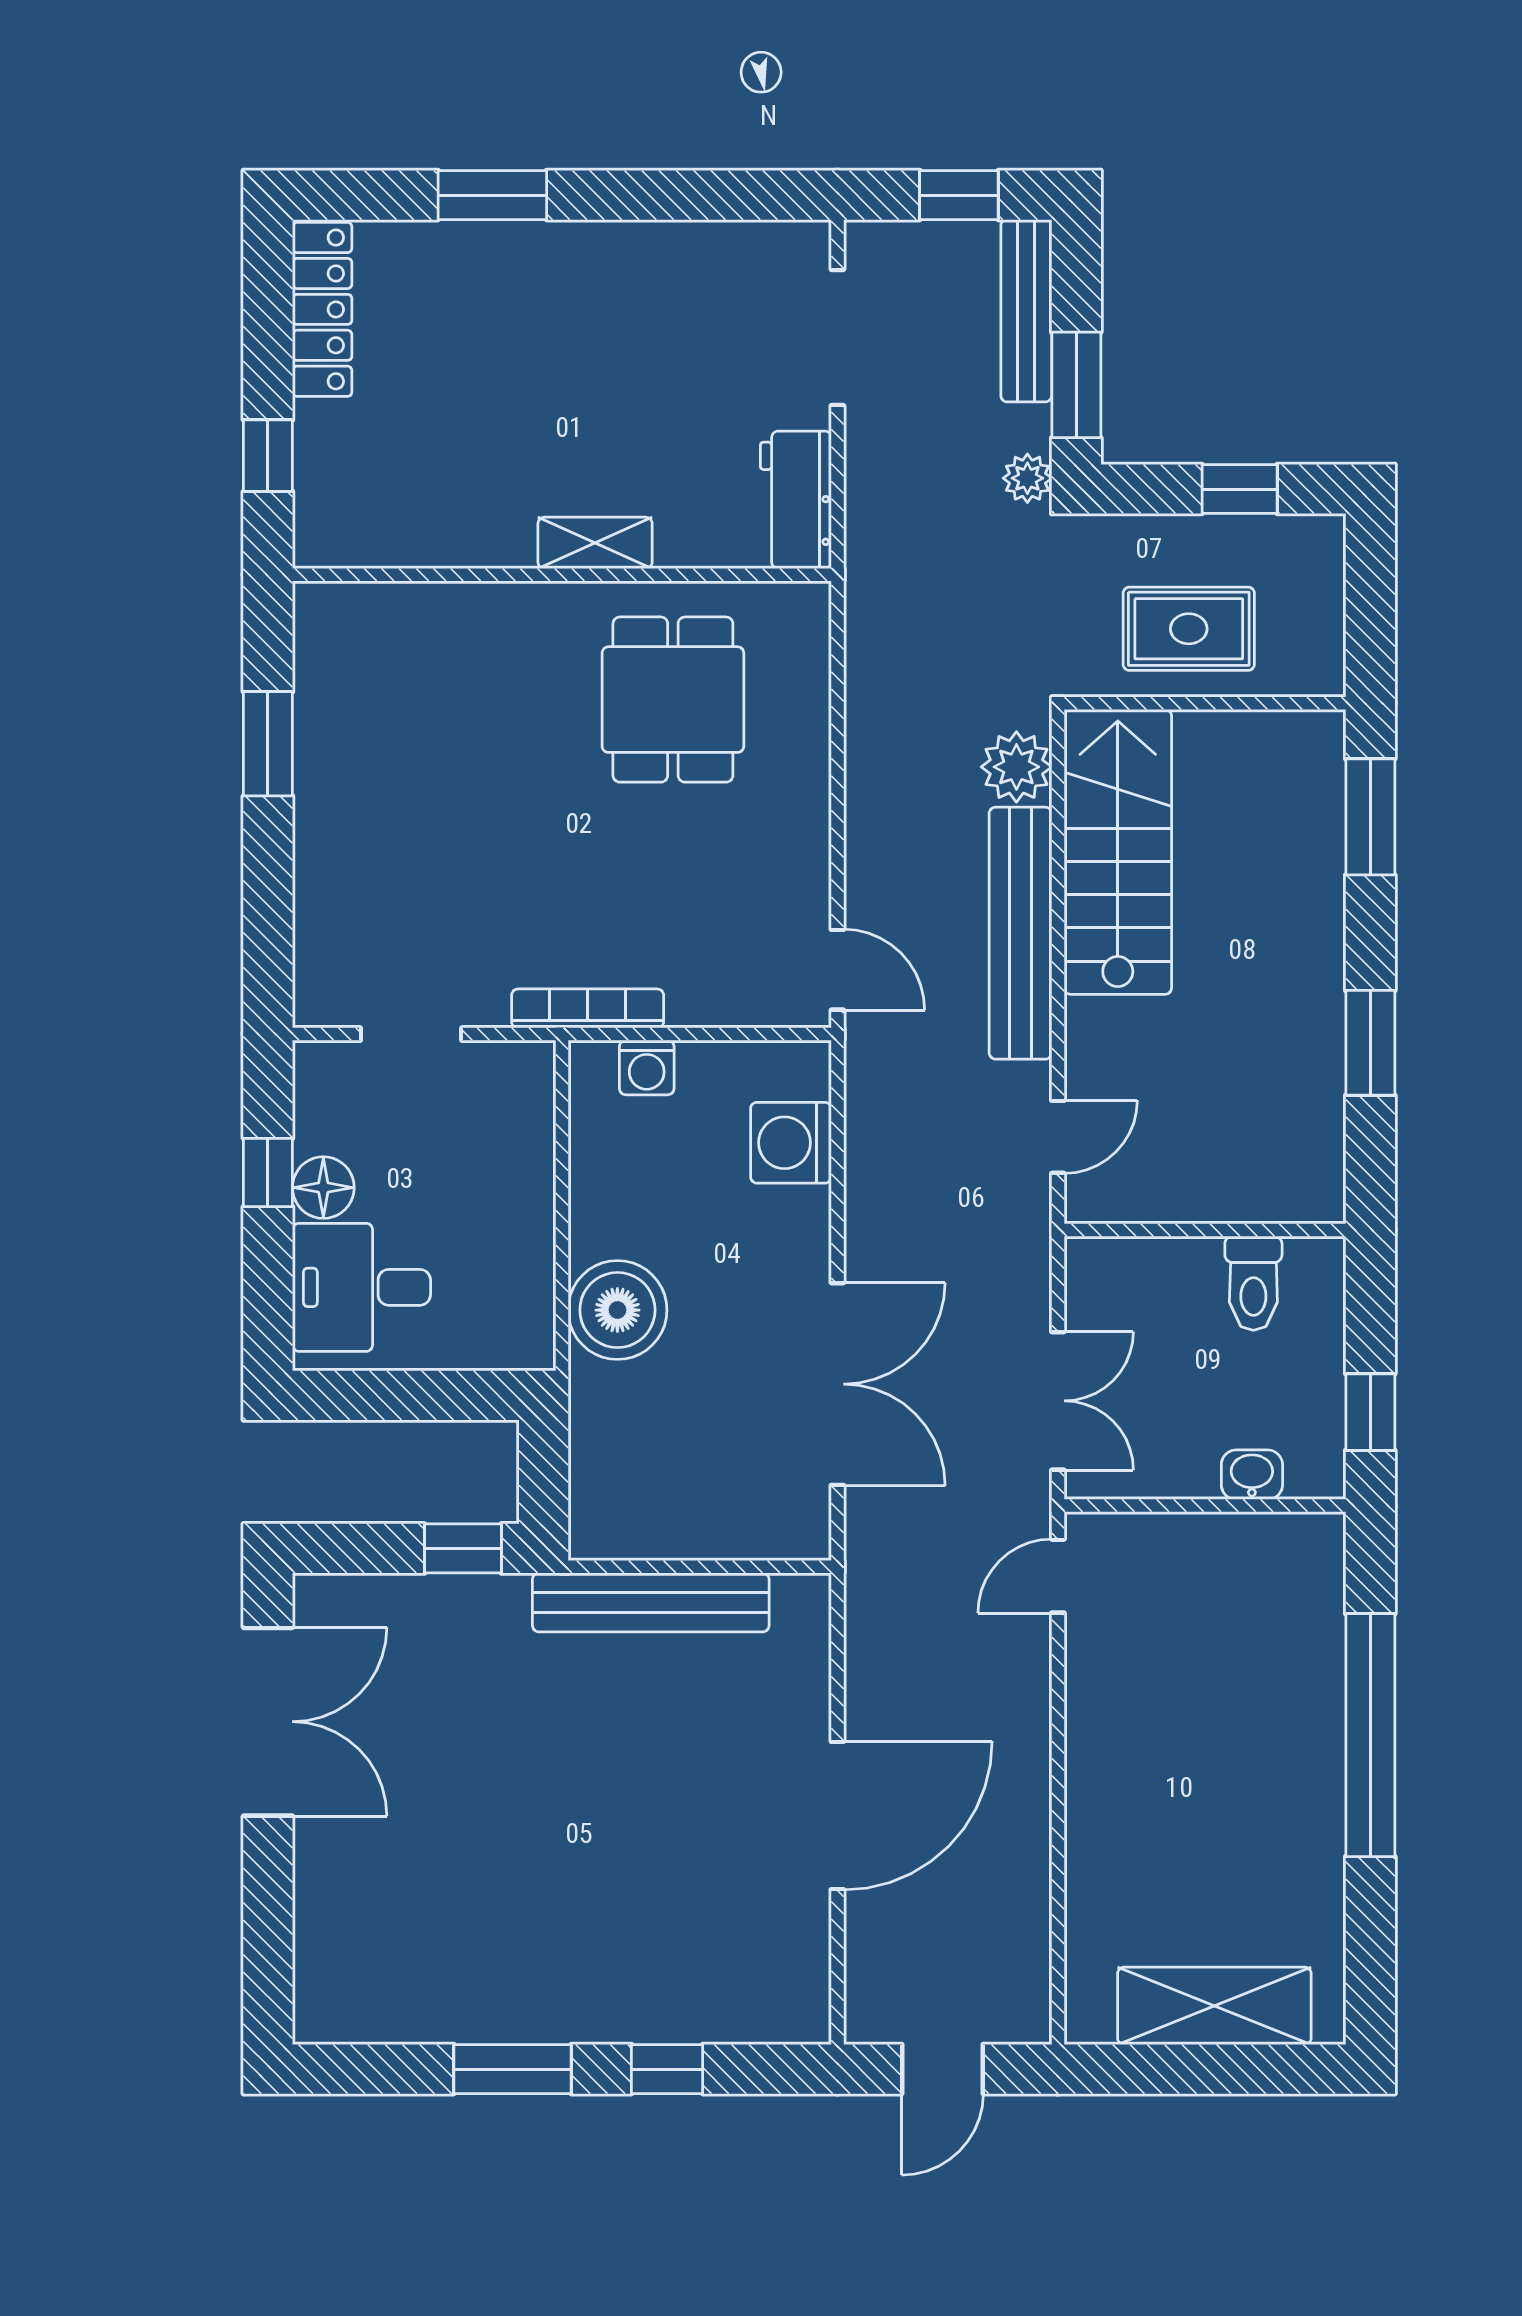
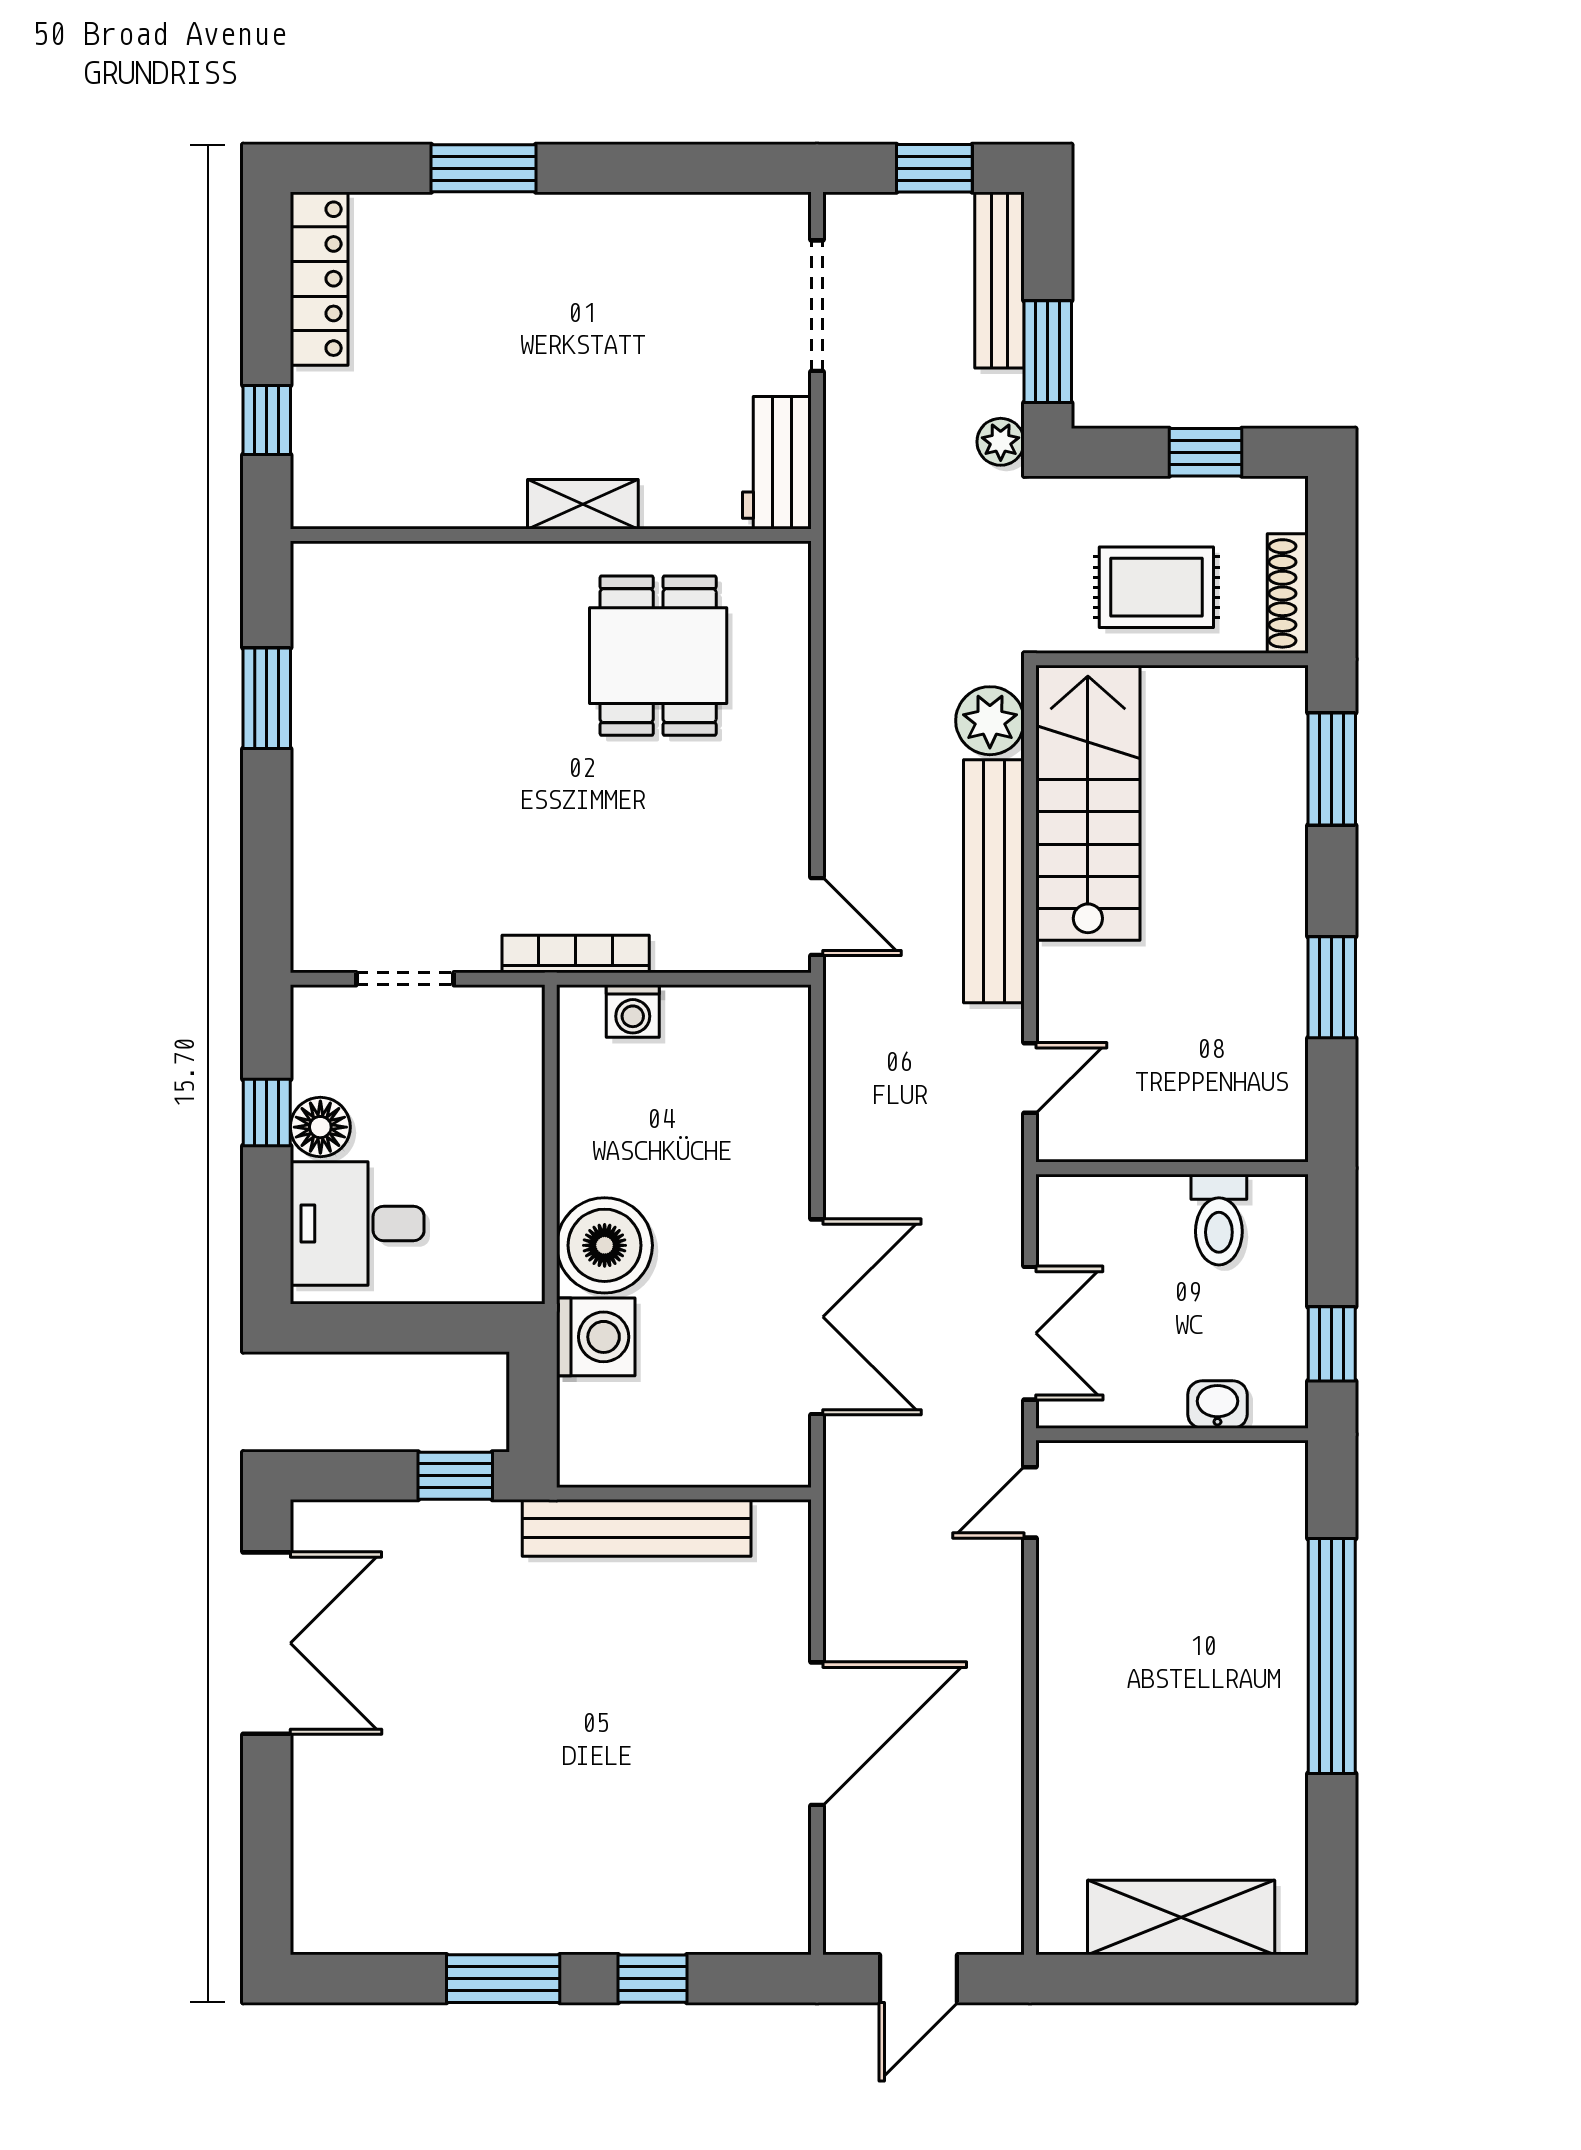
shoe rack: (1325, 635) -> (1288, 593), added
washing machine: (791, 1143) -> (596, 1337), moved, turned 180

